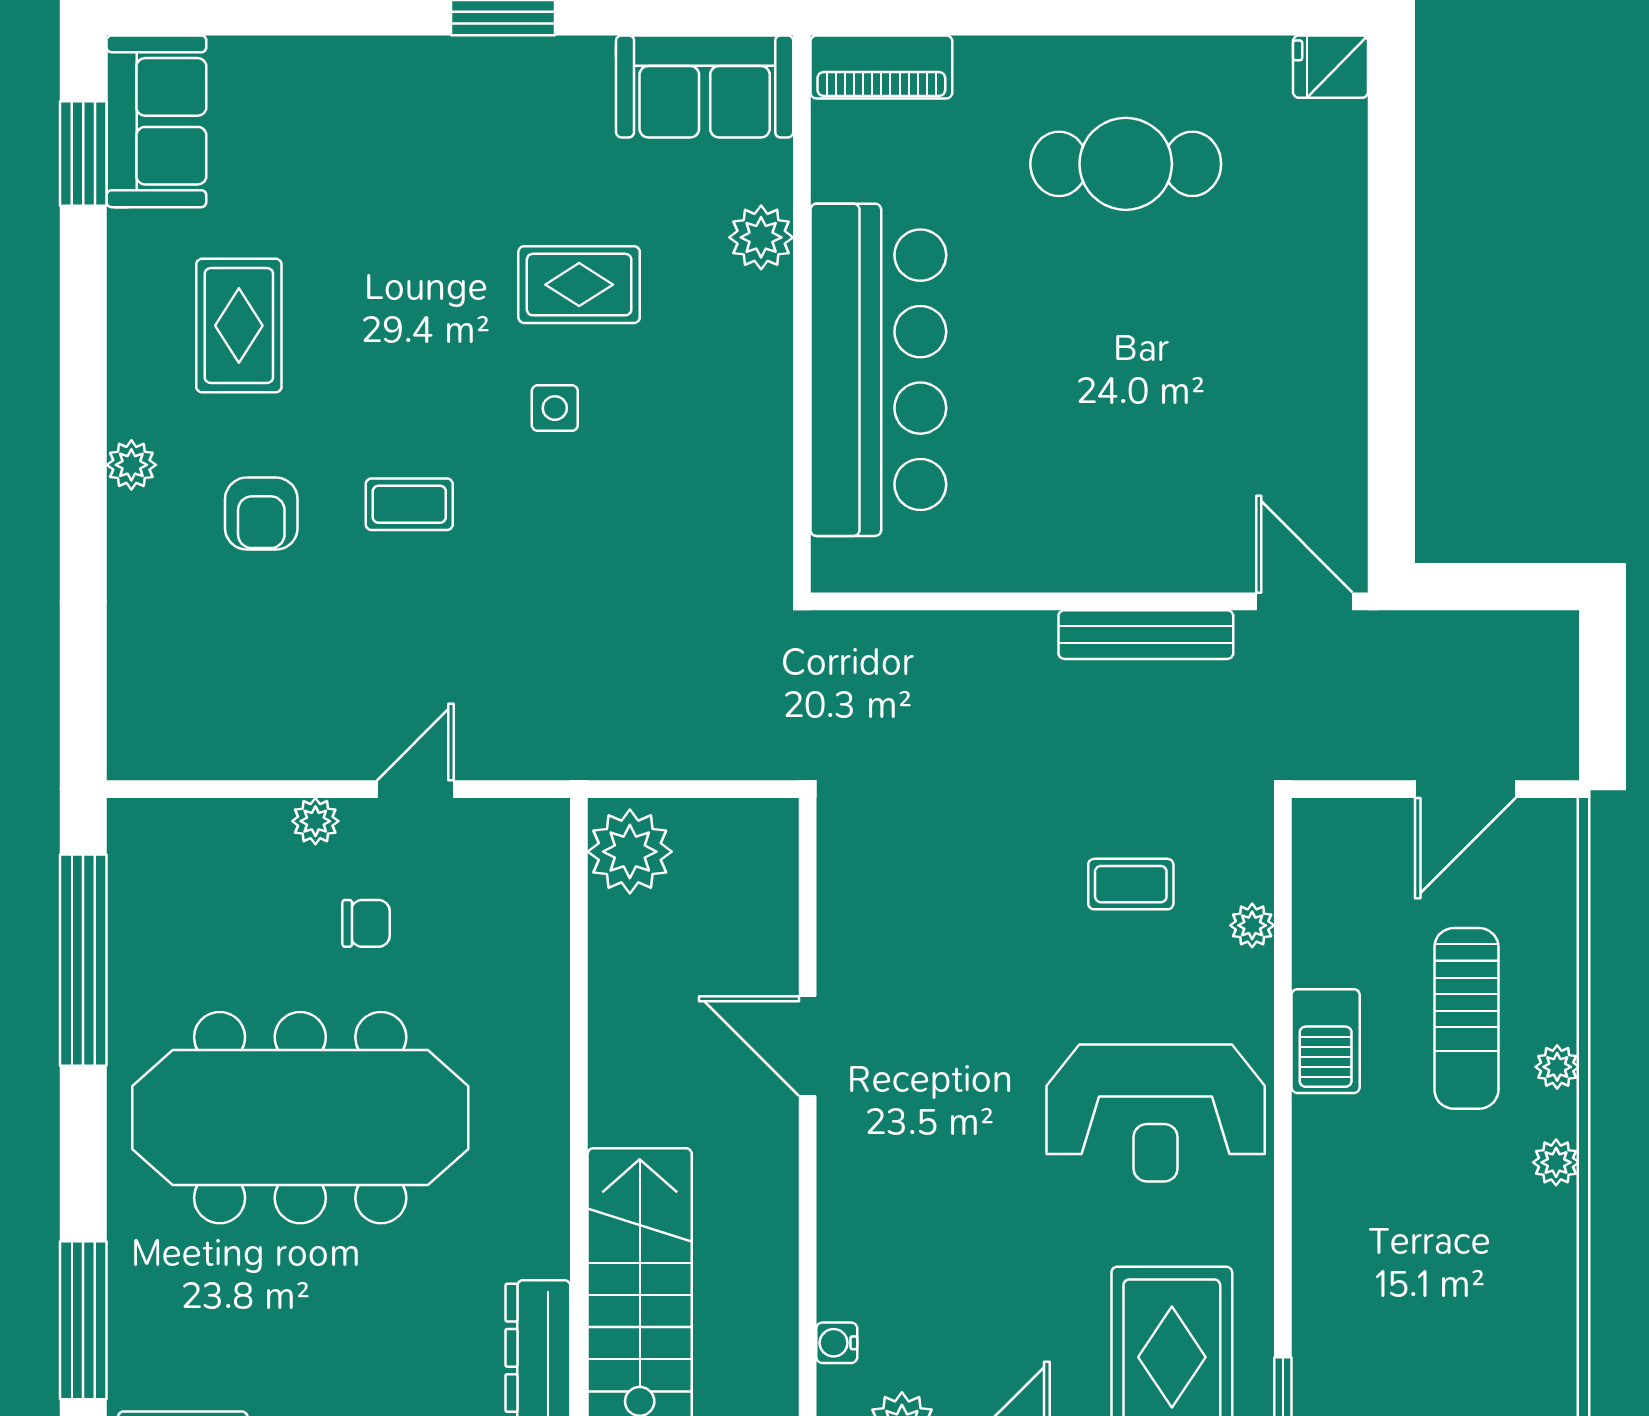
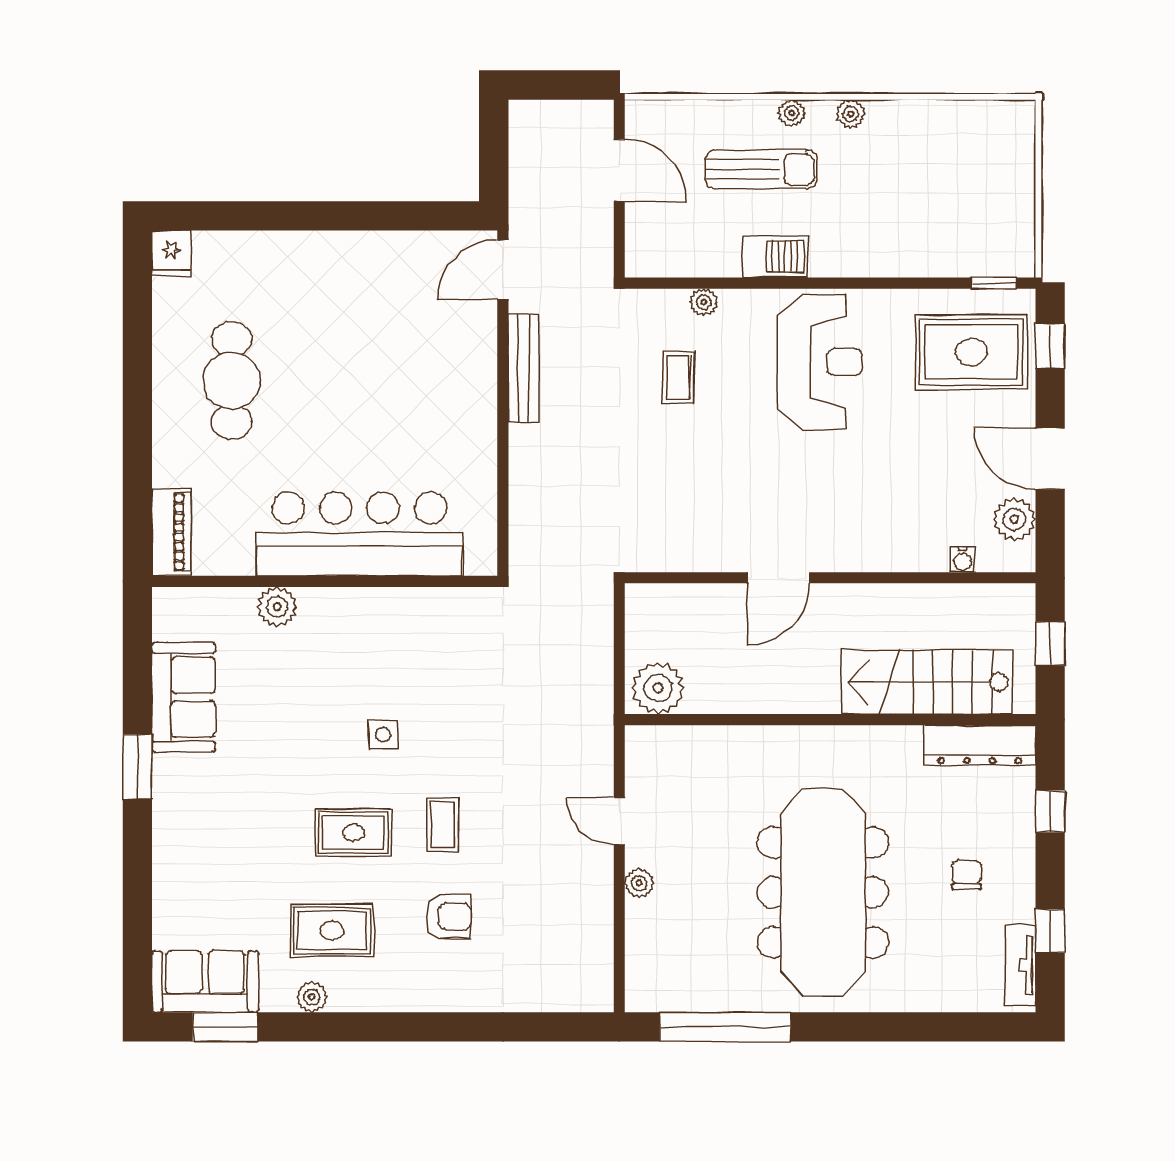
sofa: (705, 86) -> (184, 697), moved
rug: (579, 285) -> (353, 833), moved, turned 90
plant: (131, 465) -> (312, 997), moved
chair: (366, 923) -> (967, 875), moved
window: (83, 1320) -> (949, 1027), removed

